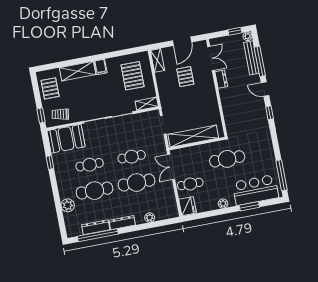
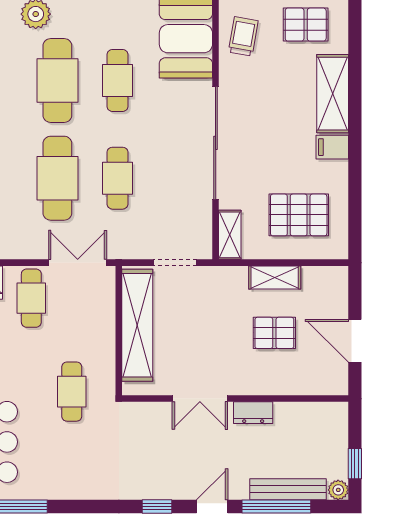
double door: (211, 58) -> (200, 399), moved
shelving: (157, 60) -> (275, 277), moved
cafe table: (227, 159) -> (72, 392), width x0.73, depth x0.74

